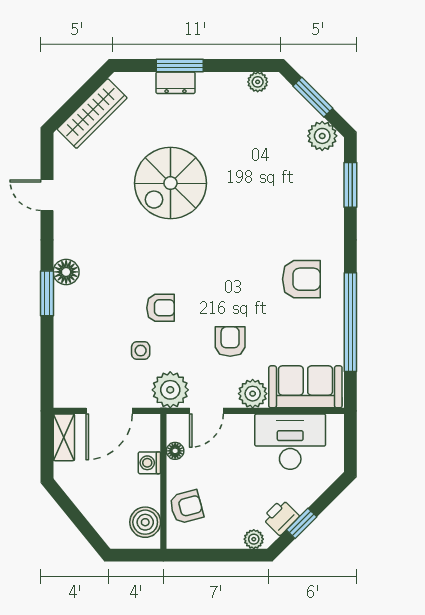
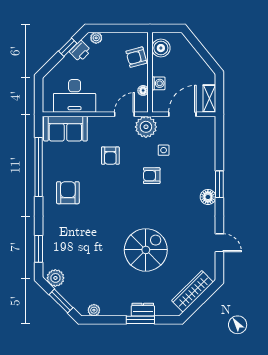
armchair: (301, 279) -> (68, 193), turned 90
plant: (253, 394) -> (97, 125), removed

